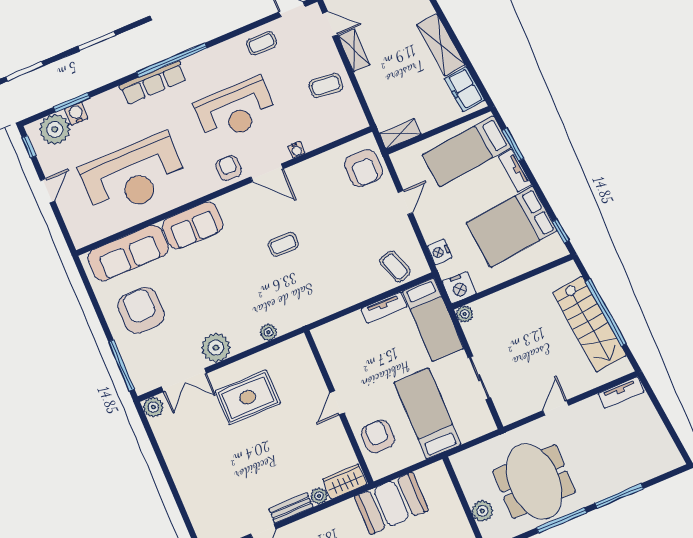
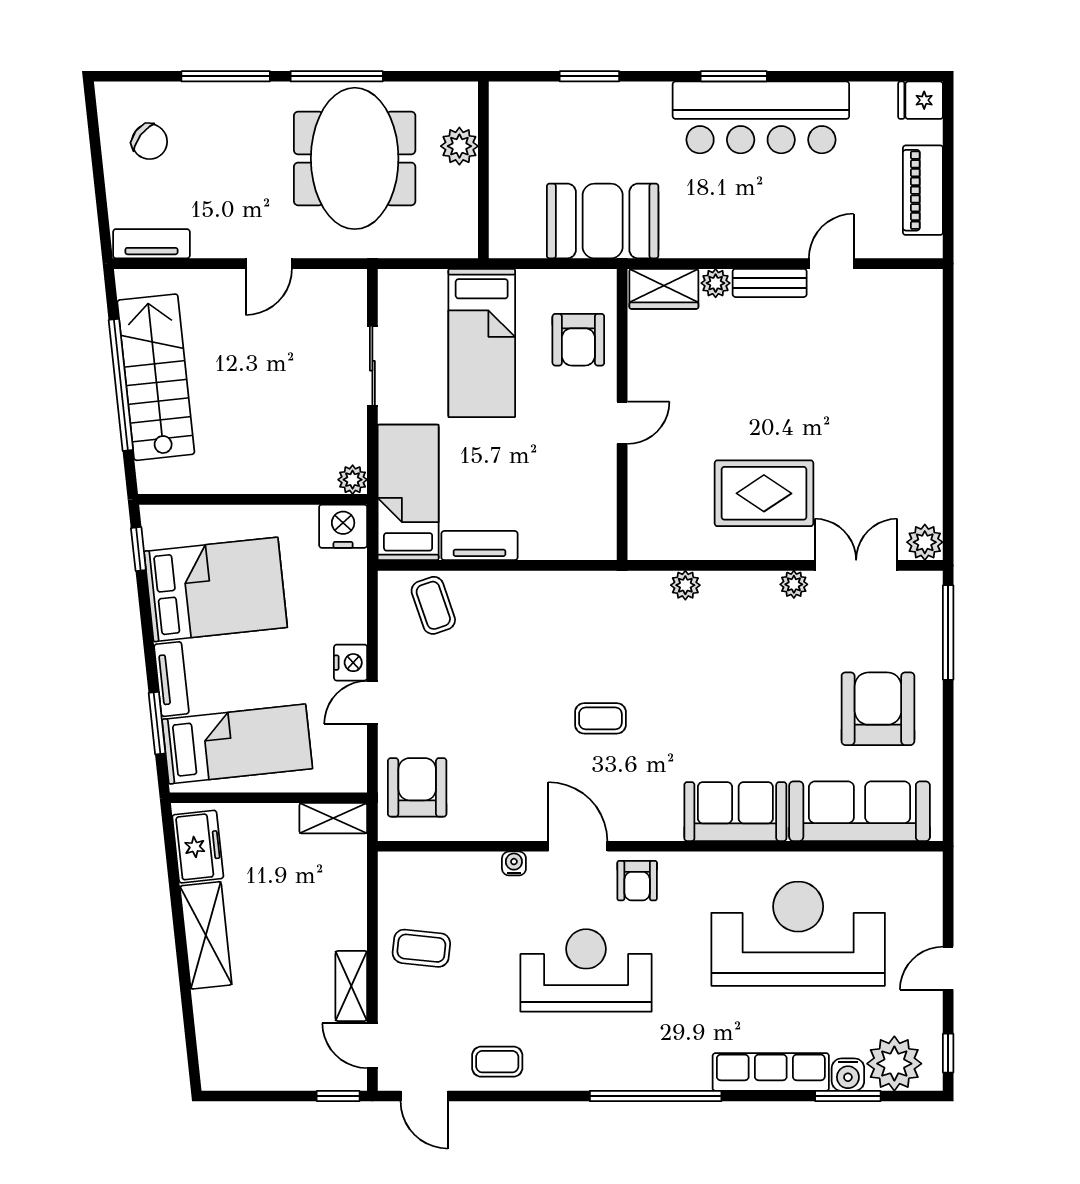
row of seats: (153, 83) -> (771, 1072), moved
nightstand: (440, 252) -> (351, 663), moved
armchair: (141, 310) -> (878, 709), turned 180
plant: (216, 348) -> (794, 584), width x0.53, depth x0.53
chair: (644, 445) -> (150, 142), added

